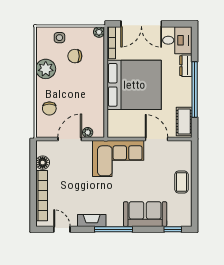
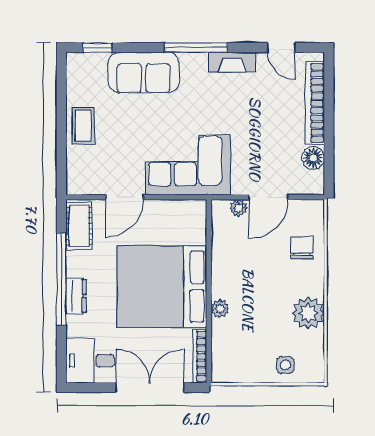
plant: (99, 32) -> (220, 309), moved
chair: (75, 56) -> (260, 334), removed
dresser: (186, 66) -> (76, 296), moved
door: (157, 139) -> (125, 197), hinge flipped

